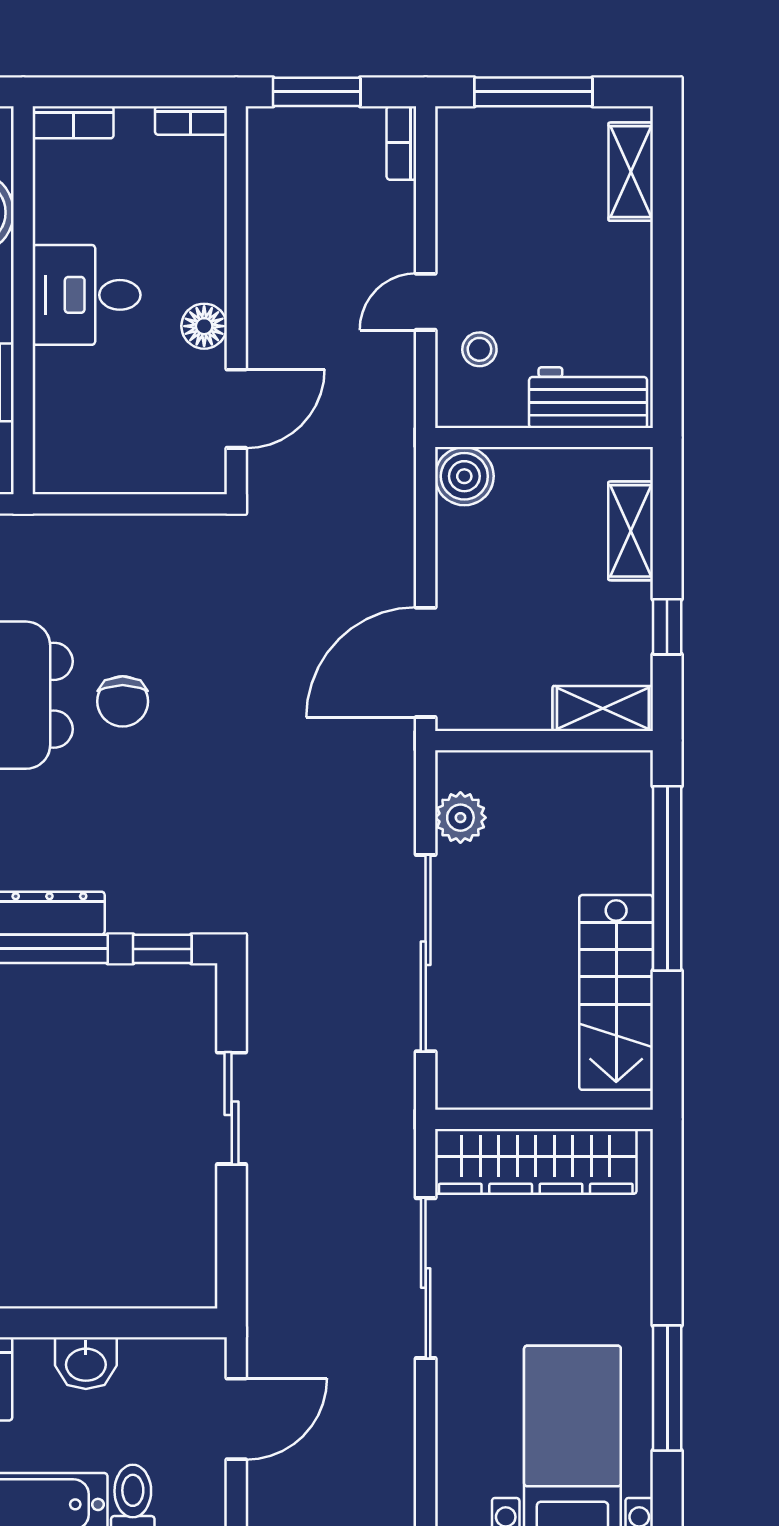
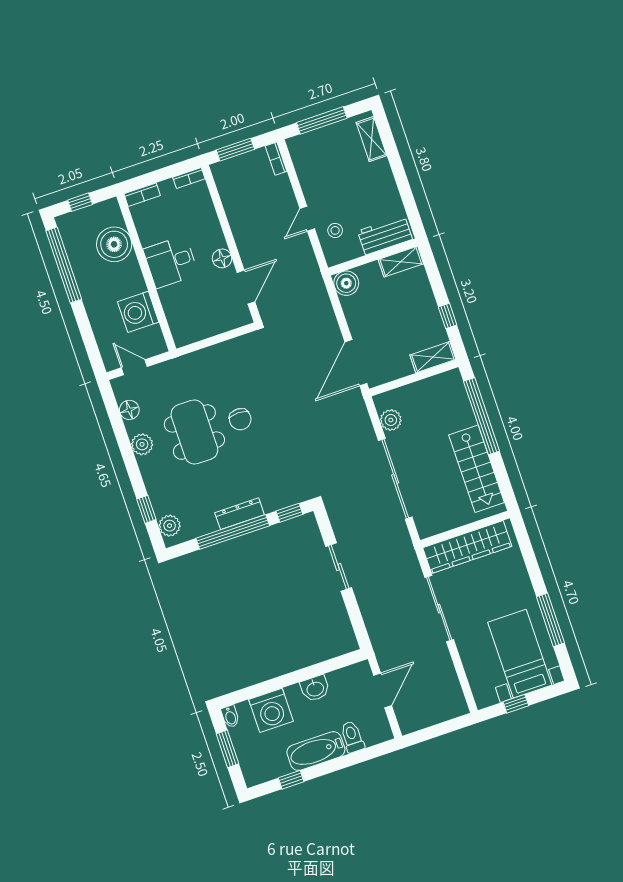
shelving: (631, 531) -> (401, 262), moved, turned 90

